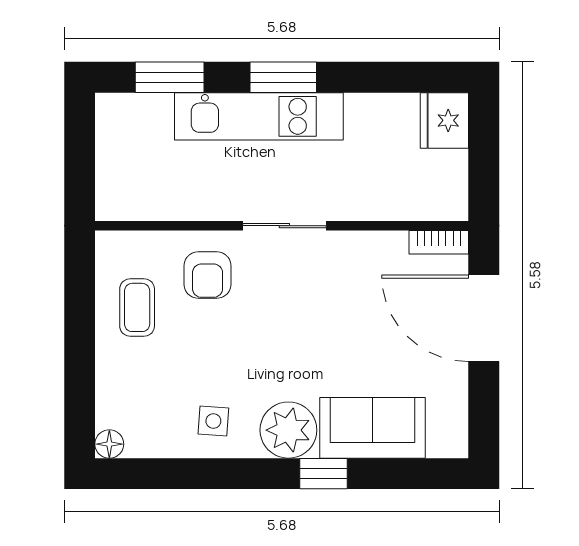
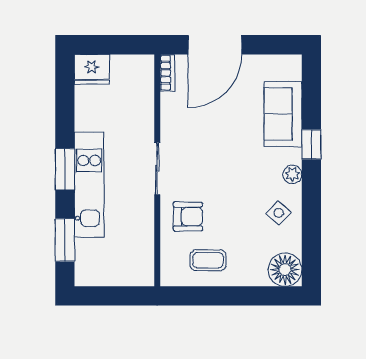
side table: (213, 421) -> (279, 213), turned 38
plant: (288, 430) -> (292, 174), width x0.53, depth x0.53
floor lamp: (109, 444) -> (285, 270), width x1.89, depth x1.89

